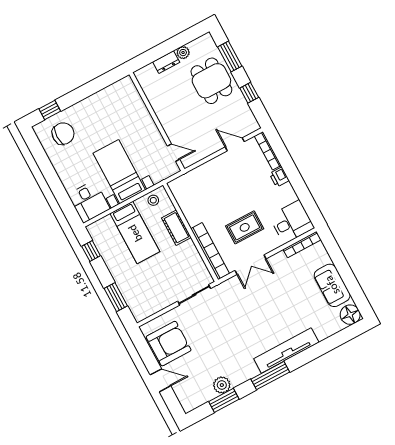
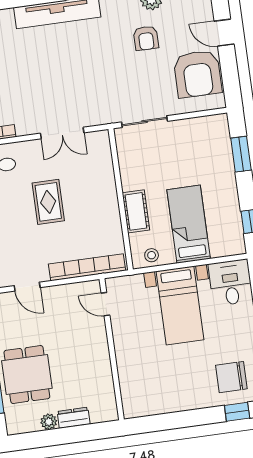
rug: (245, 227) -> (48, 202), moved, turned 90
bookcase: (210, 251) -> (87, 267), moved, turned 90
double door: (250, 265) -> (62, 133), swing flipped
armchair: (169, 344) -> (197, 74), turned -90
armchair: (215, 356) -> (146, 38), added

